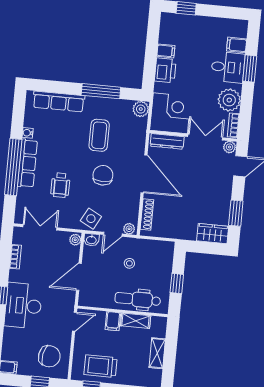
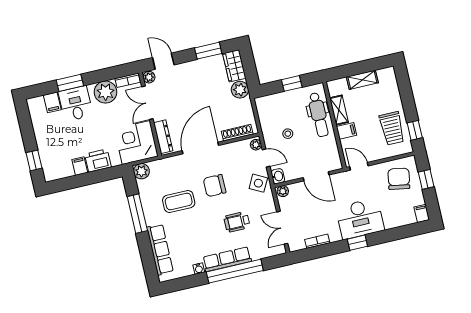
wheelchair: (60, 185) -> (237, 222), turned 180
plant: (188, 231) -> (240, 90), added

